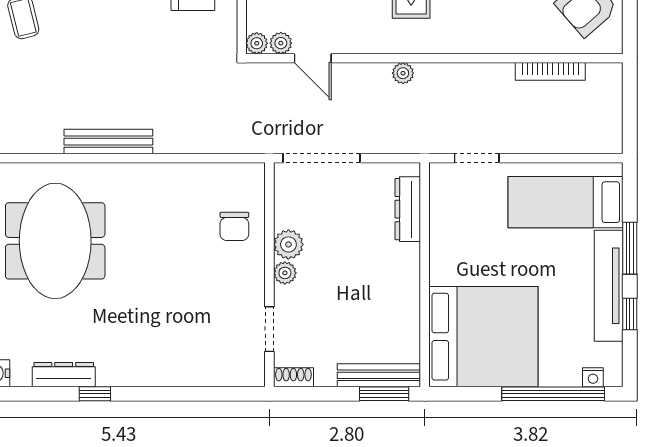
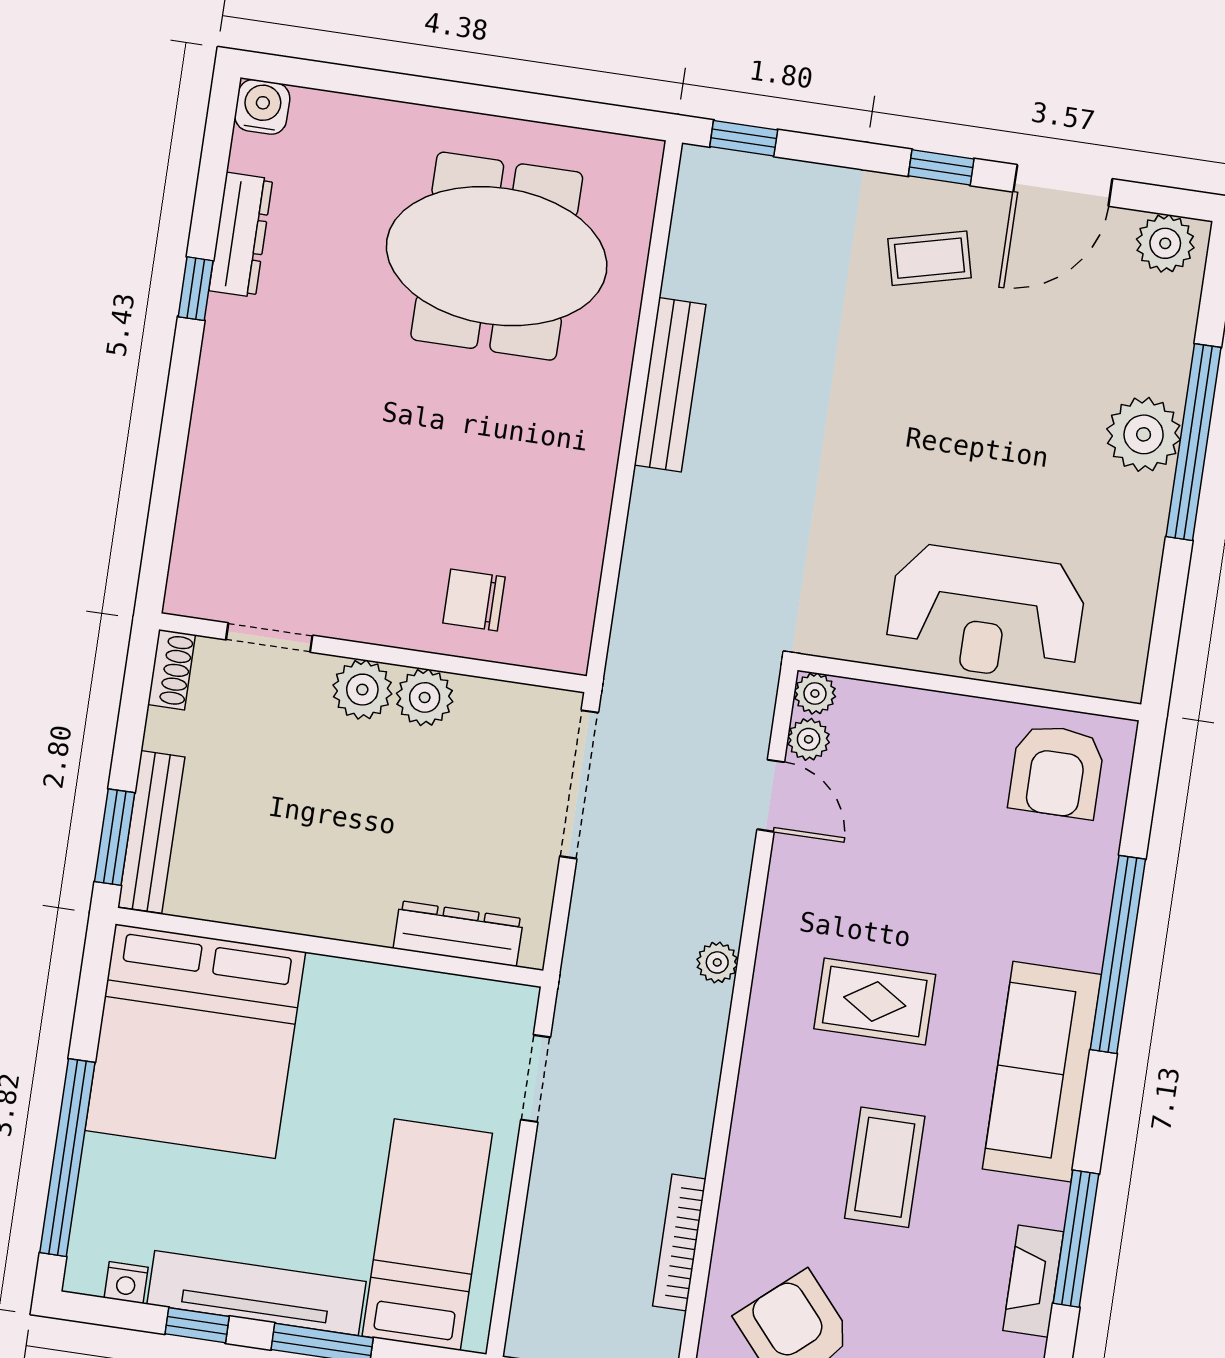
door: (313, 58) -> (771, 796), swing flipped
plant: (285, 273) -> (362, 690), width x1.38, depth x1.38
nightstand: (593, 377) -> (126, 1283), moved, turned -90

